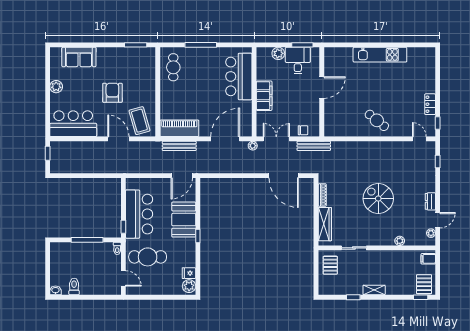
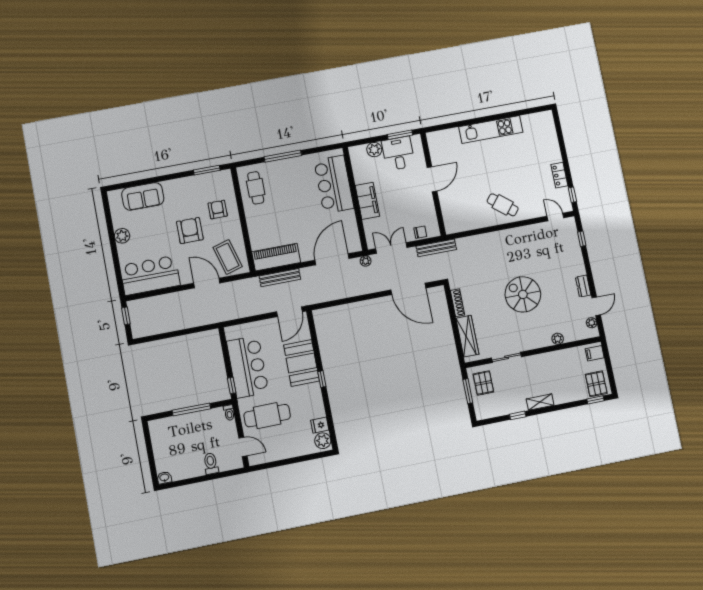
armchair: (138, 80) -> (218, 210), added
window: (316, 269) -> (468, 391), added
toilet: (74, 287) -> (211, 463), moved

